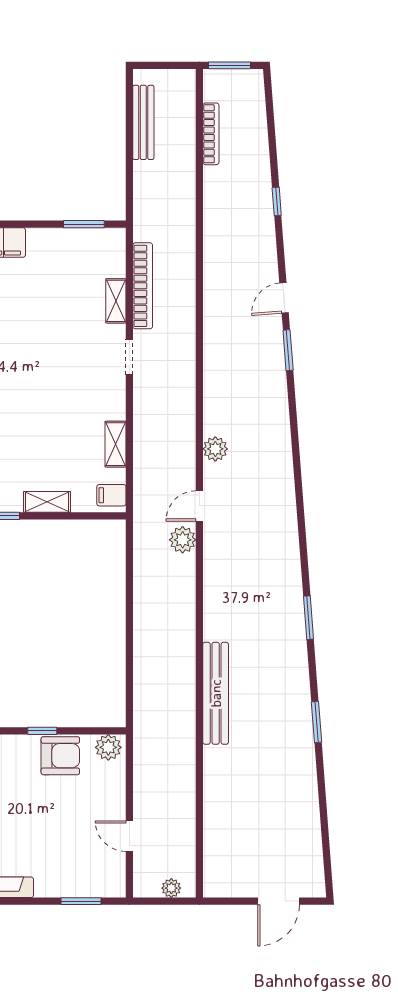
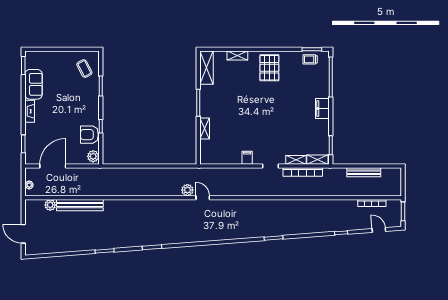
bench: (143, 122) -> (364, 172), moved
door: (284, 298) -> (379, 230), moved
shelving: (116, 444) -> (317, 160), moved
plant: (215, 449) -> (50, 205), moved
filing cabinet: (111, 495) -> (247, 158), moved
bench: (216, 693) -> (80, 205), moved
armchair: (60, 756) -> (89, 135), turned 90
door: (129, 836) -> (53, 166), width x1.87

